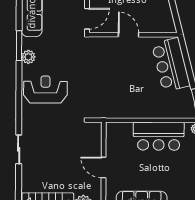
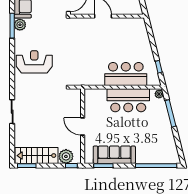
plant: (28, 57) -> (20, 25), moved
bar counter: (171, 65) -> (126, 74), moved, turned 104

